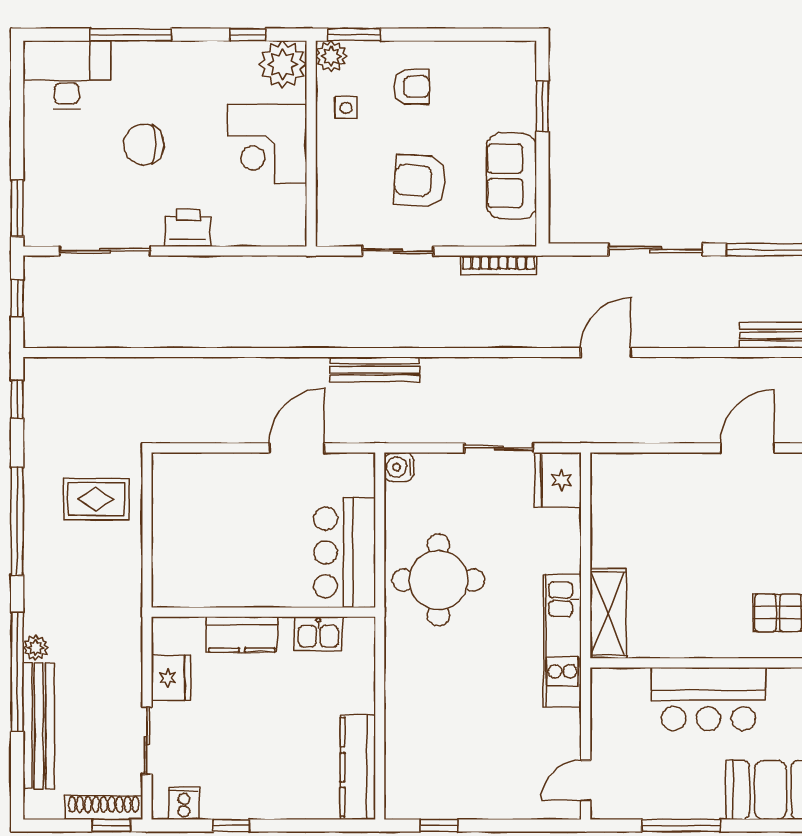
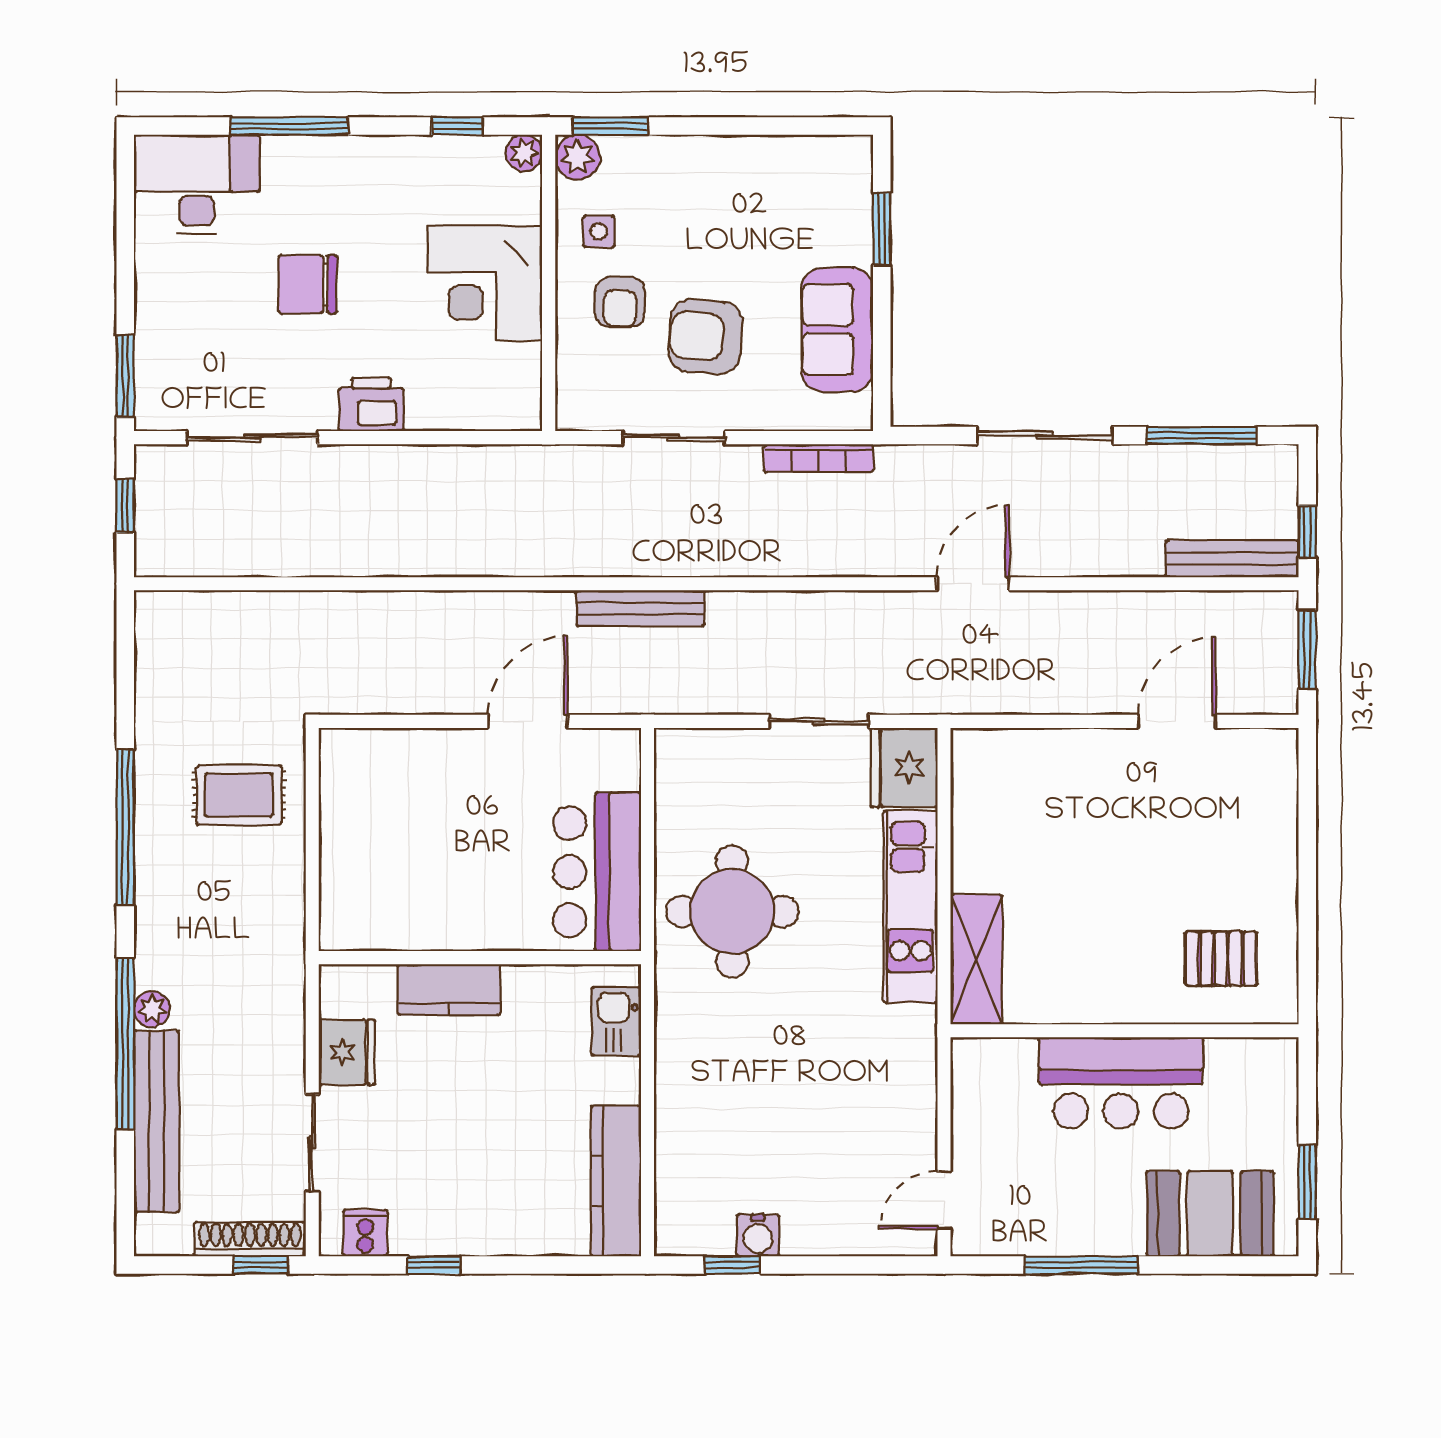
plant: (283, 64) -> (524, 153), width x0.53, depth x0.53
armchair: (412, 87) -> (620, 302), moved, turned 90
window: (17, 399) -> (125, 651), removed
water cooler: (399, 467) -> (758, 1235), moved, turned -90
kitchen sink: (318, 634) -> (616, 1021), moved, turned 90
kitchen unit: (562, 641) -> (911, 907), moved

